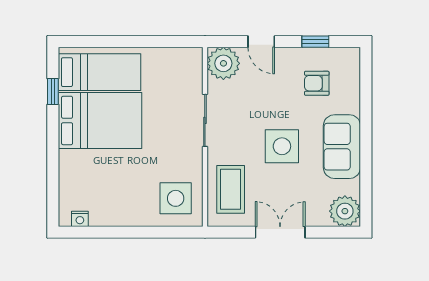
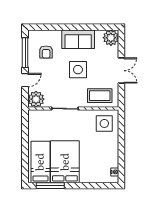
window: (315, 42) -> (25, 53), width x2.17
window: (53, 92) -> (50, 186), width x2.17
double door: (280, 232) -> (121, 71), swing flipped

